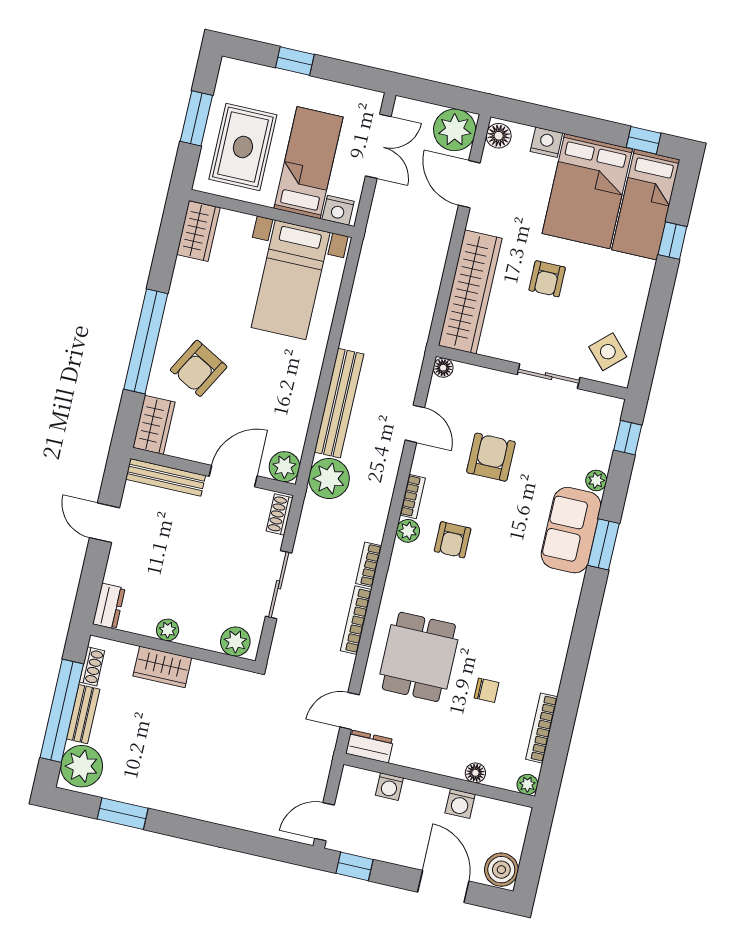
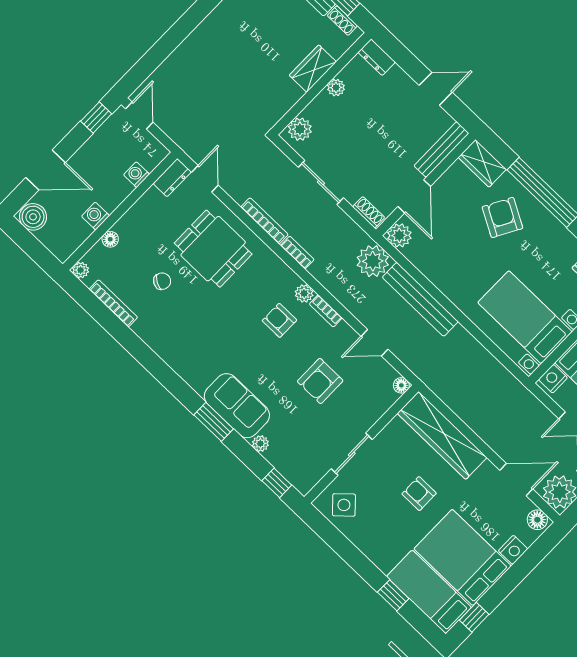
armchair: (491, 457) -> (320, 381), turned 90
chair: (487, 690) -> (162, 281), turned -151

